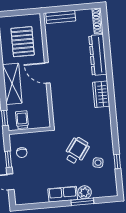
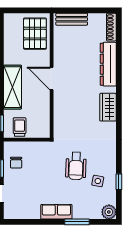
pallet: (23, 42) -> (35, 34), moved
wheelchair: (77, 151) -> (76, 166), turned 146
plant: (85, 192) -> (109, 212), moved

